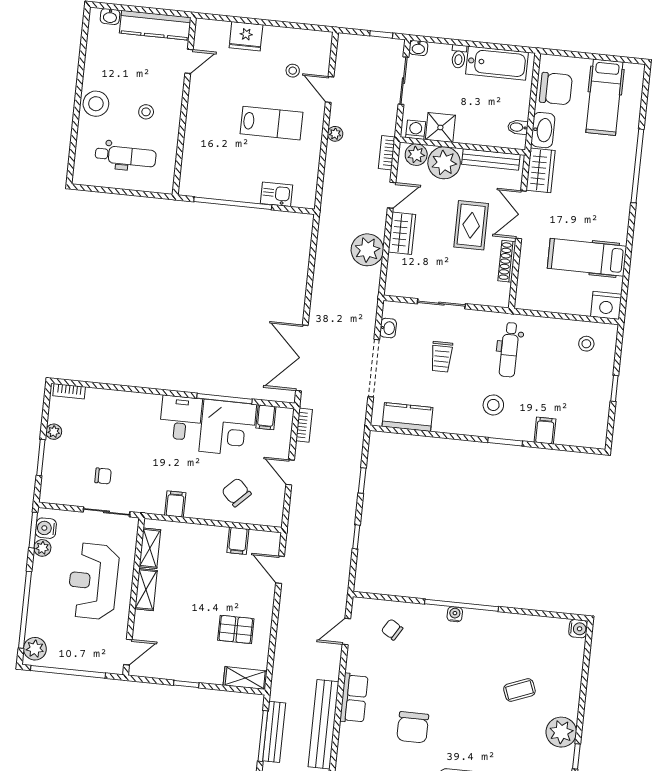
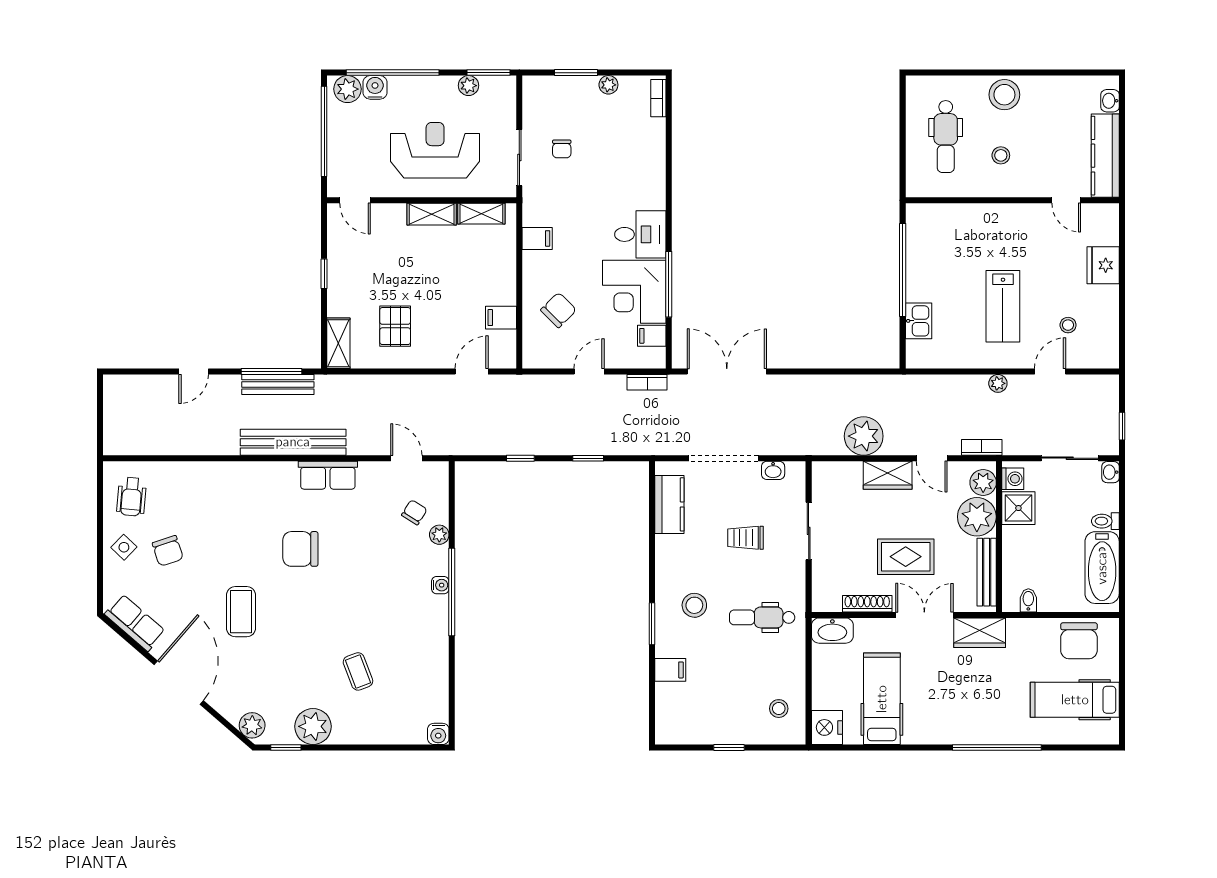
washbasin: (543, 130) -> (832, 631), moved
water cooler: (46, 528) -> (375, 87), moved
plant: (413, 611) -> (439, 535), added

